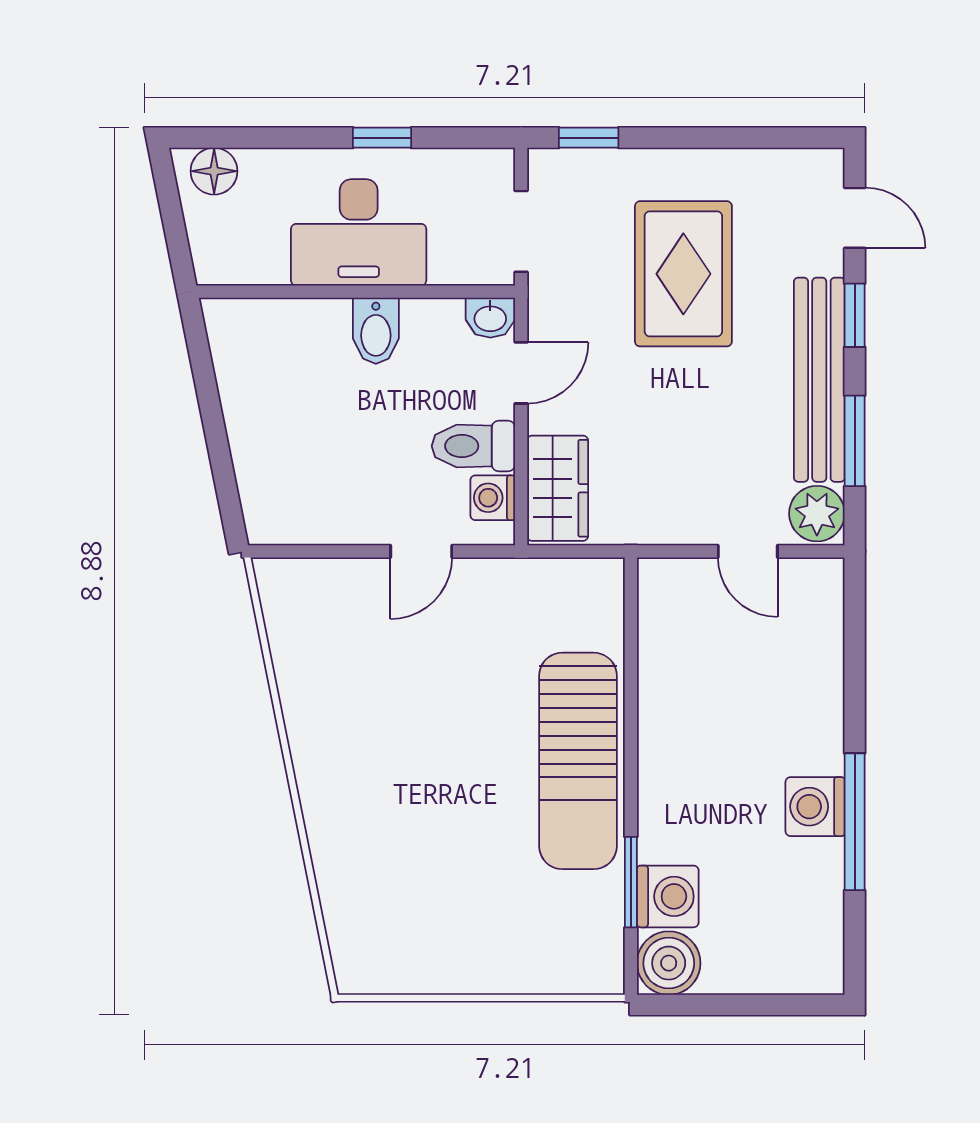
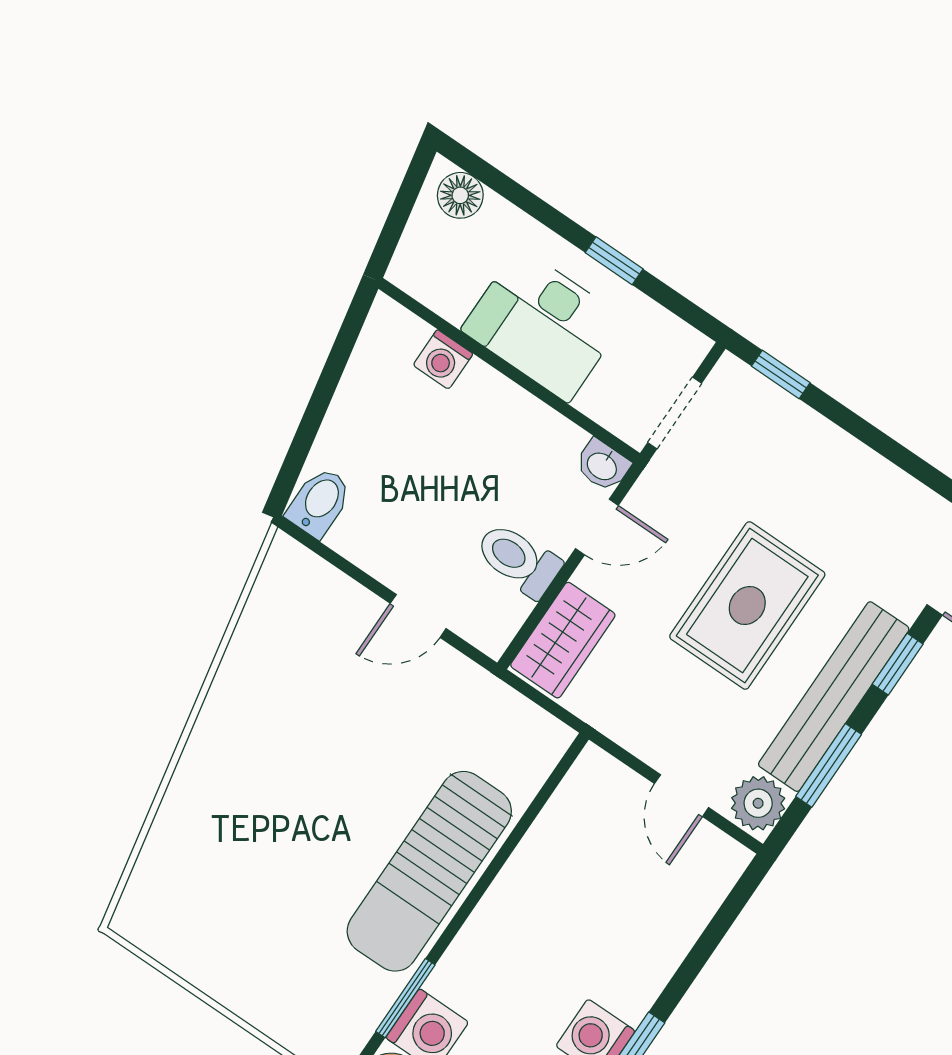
rug: (683, 274) -> (747, 605), moved
bidet: (376, 331) -> (319, 502), moved, turned 180
washing machine: (493, 498) -> (443, 359), moved, turned -90

